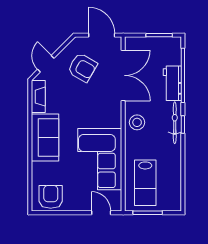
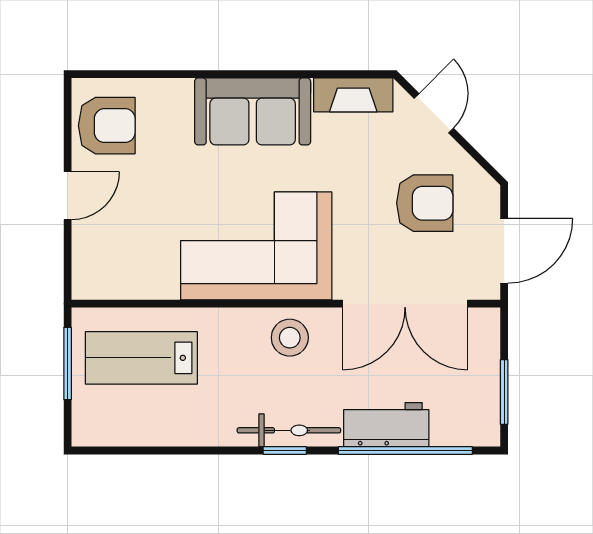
door: (46, 64) -> (434, 113), hinge flipped
armchair: (82, 67) -> (425, 203), turned -120
corner sofa: (100, 159) -> (256, 246), moved
door: (101, 213) -> (68, 196), moved

